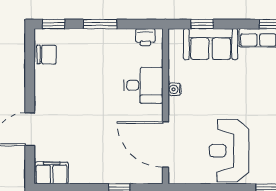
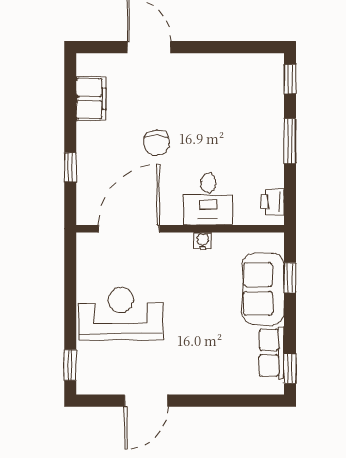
chair: (47, 55) -> (157, 143), moved
filing cabinet: (52, 173) -> (91, 99), moved

